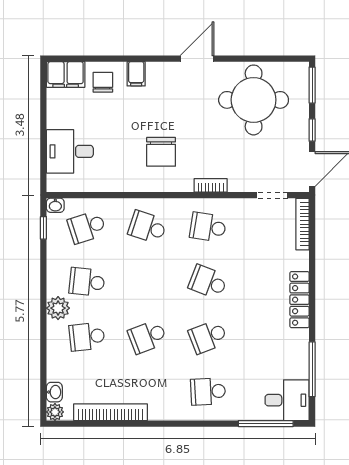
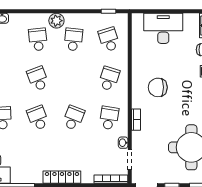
desk: (70, 151) -> (163, 28), width x1.37
washbasin: (55, 205) -> (123, 143), moved

